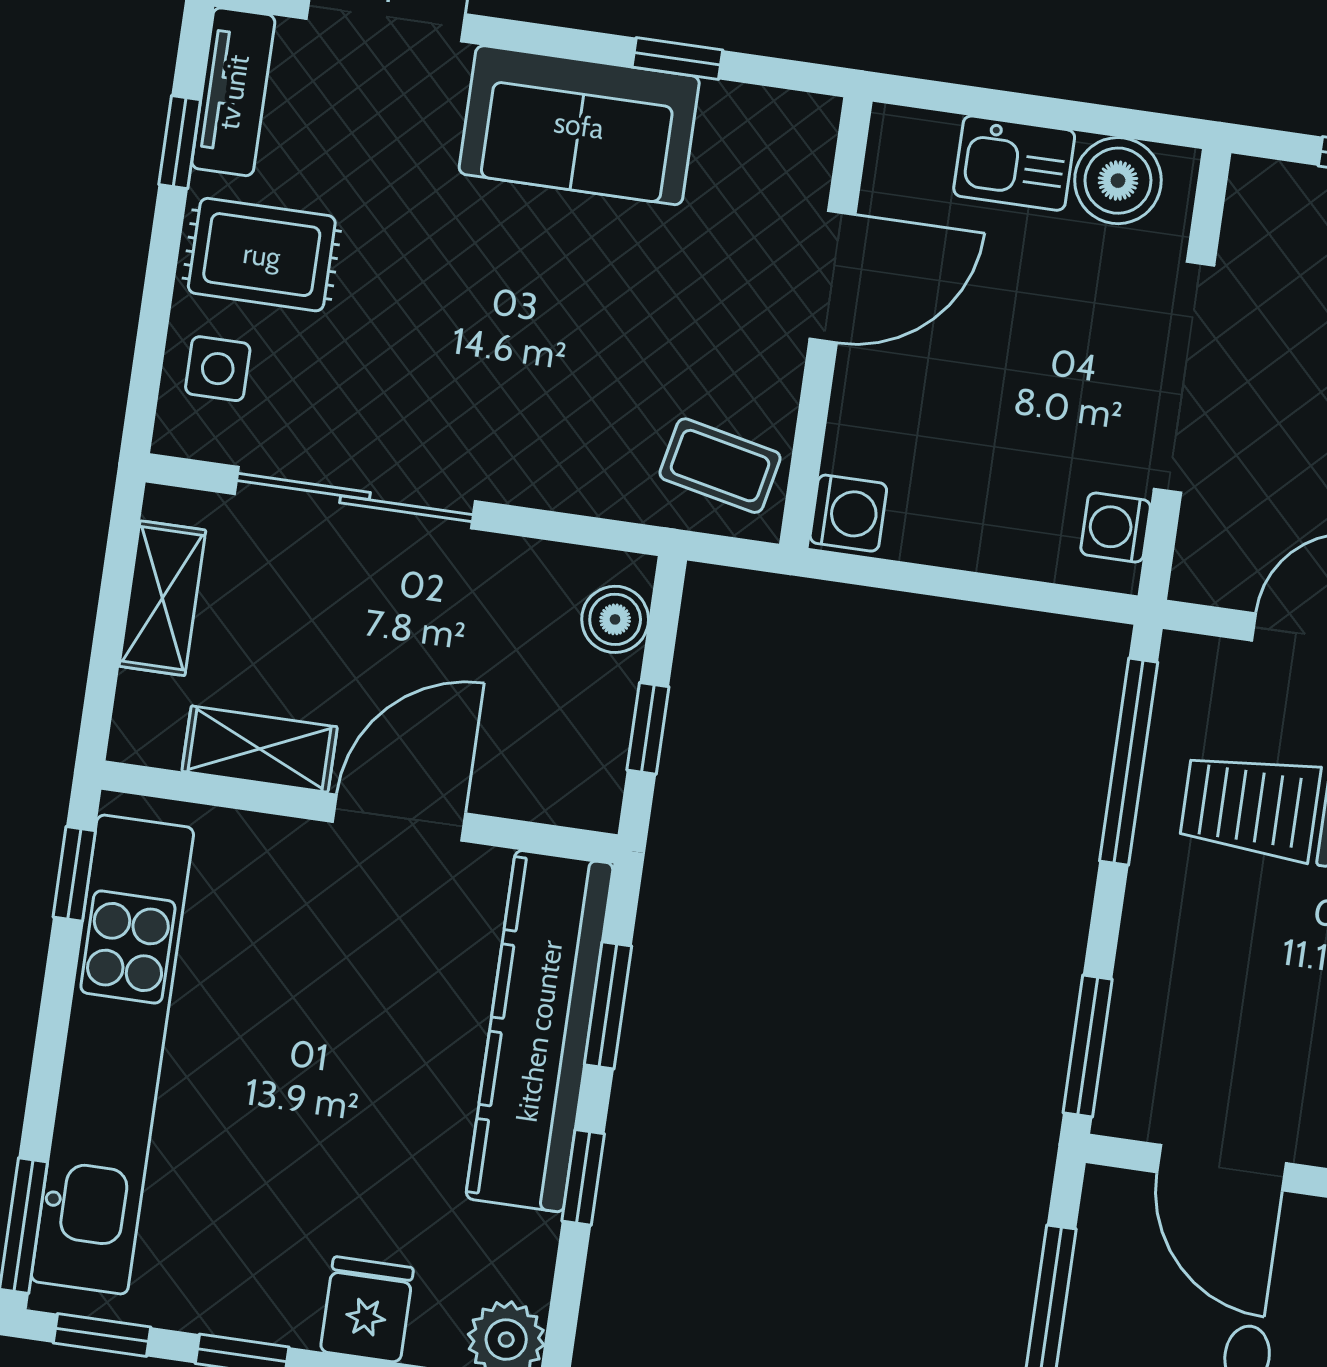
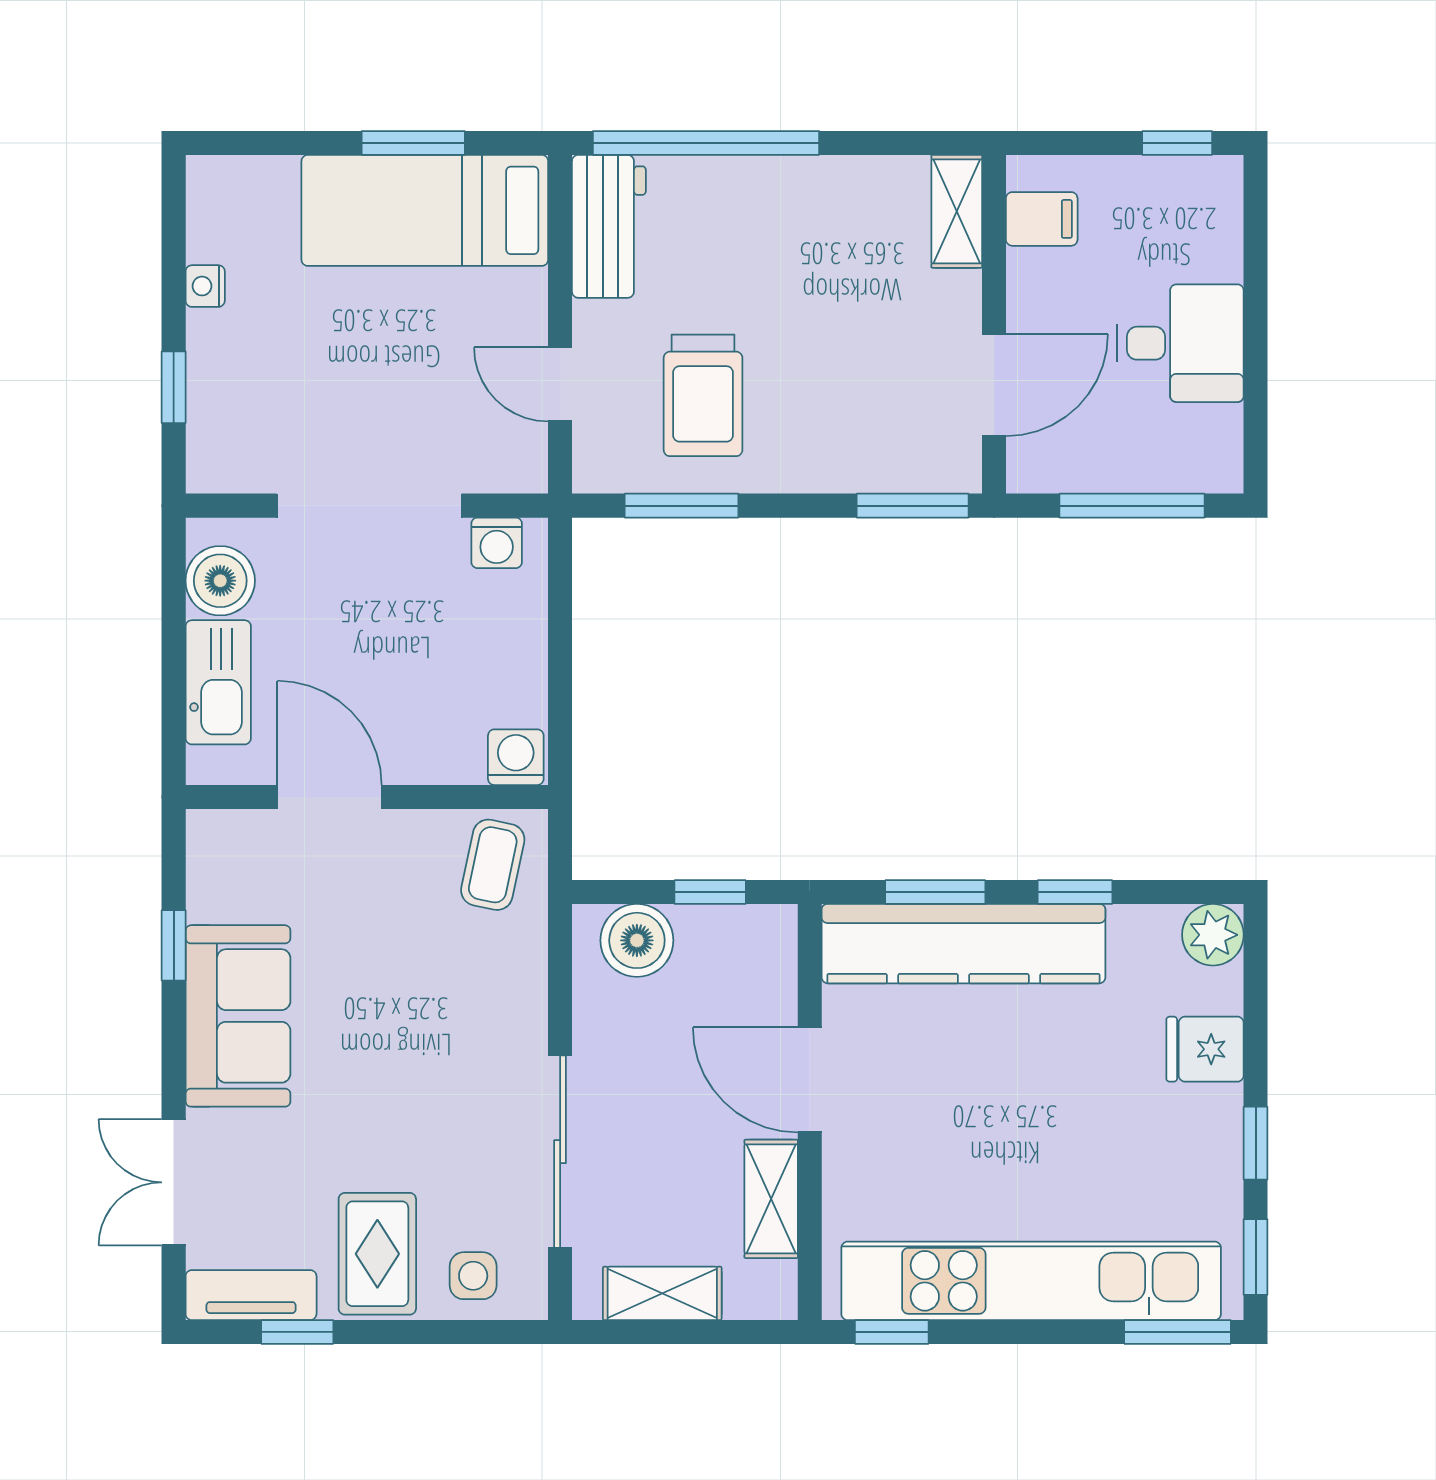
kitchen sink: (1014, 163) -> (218, 682), width x1.38
boiler: (615, 619) -> (637, 940), width x1.36, depth x1.36
window: (1129, 762) -> (682, 506), width x0.69

